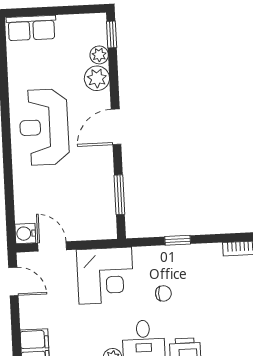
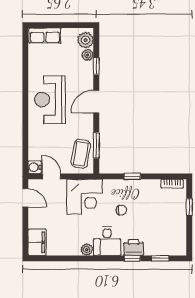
window: (112, 34) -> (96, 66), moved
plant: (97, 78) -> (85, 40), moved
coffee table: (96, 209) -> (81, 154), added

